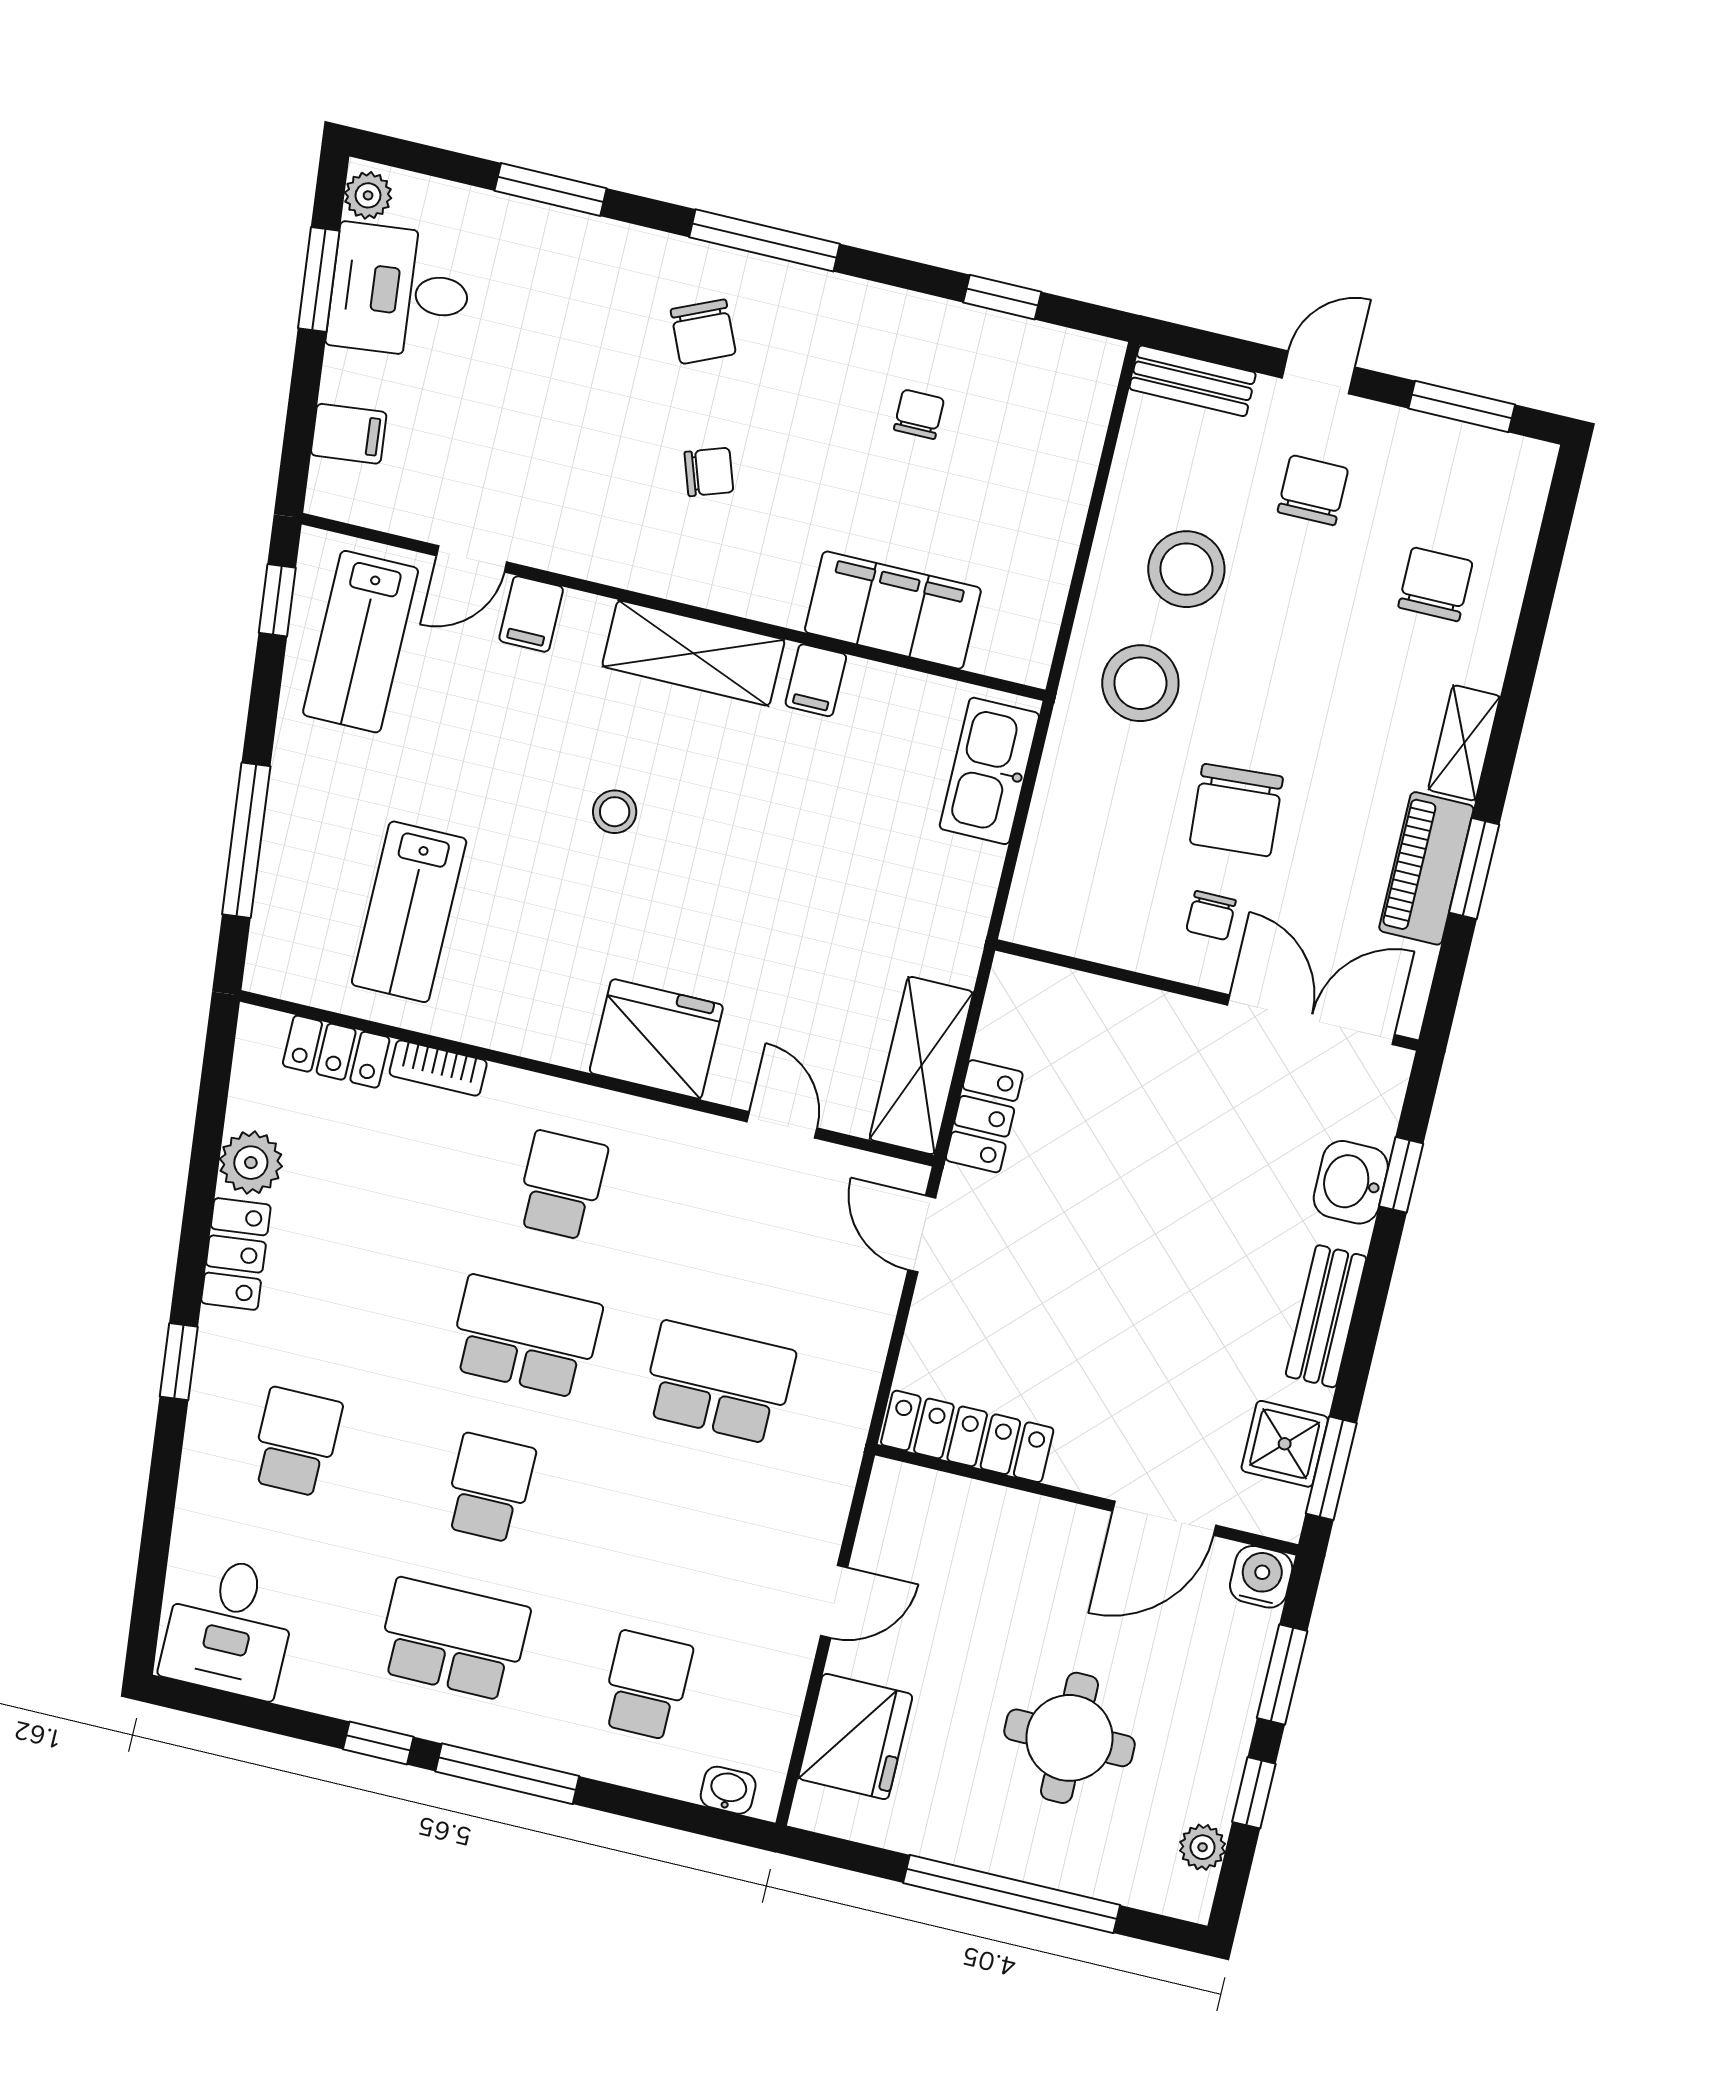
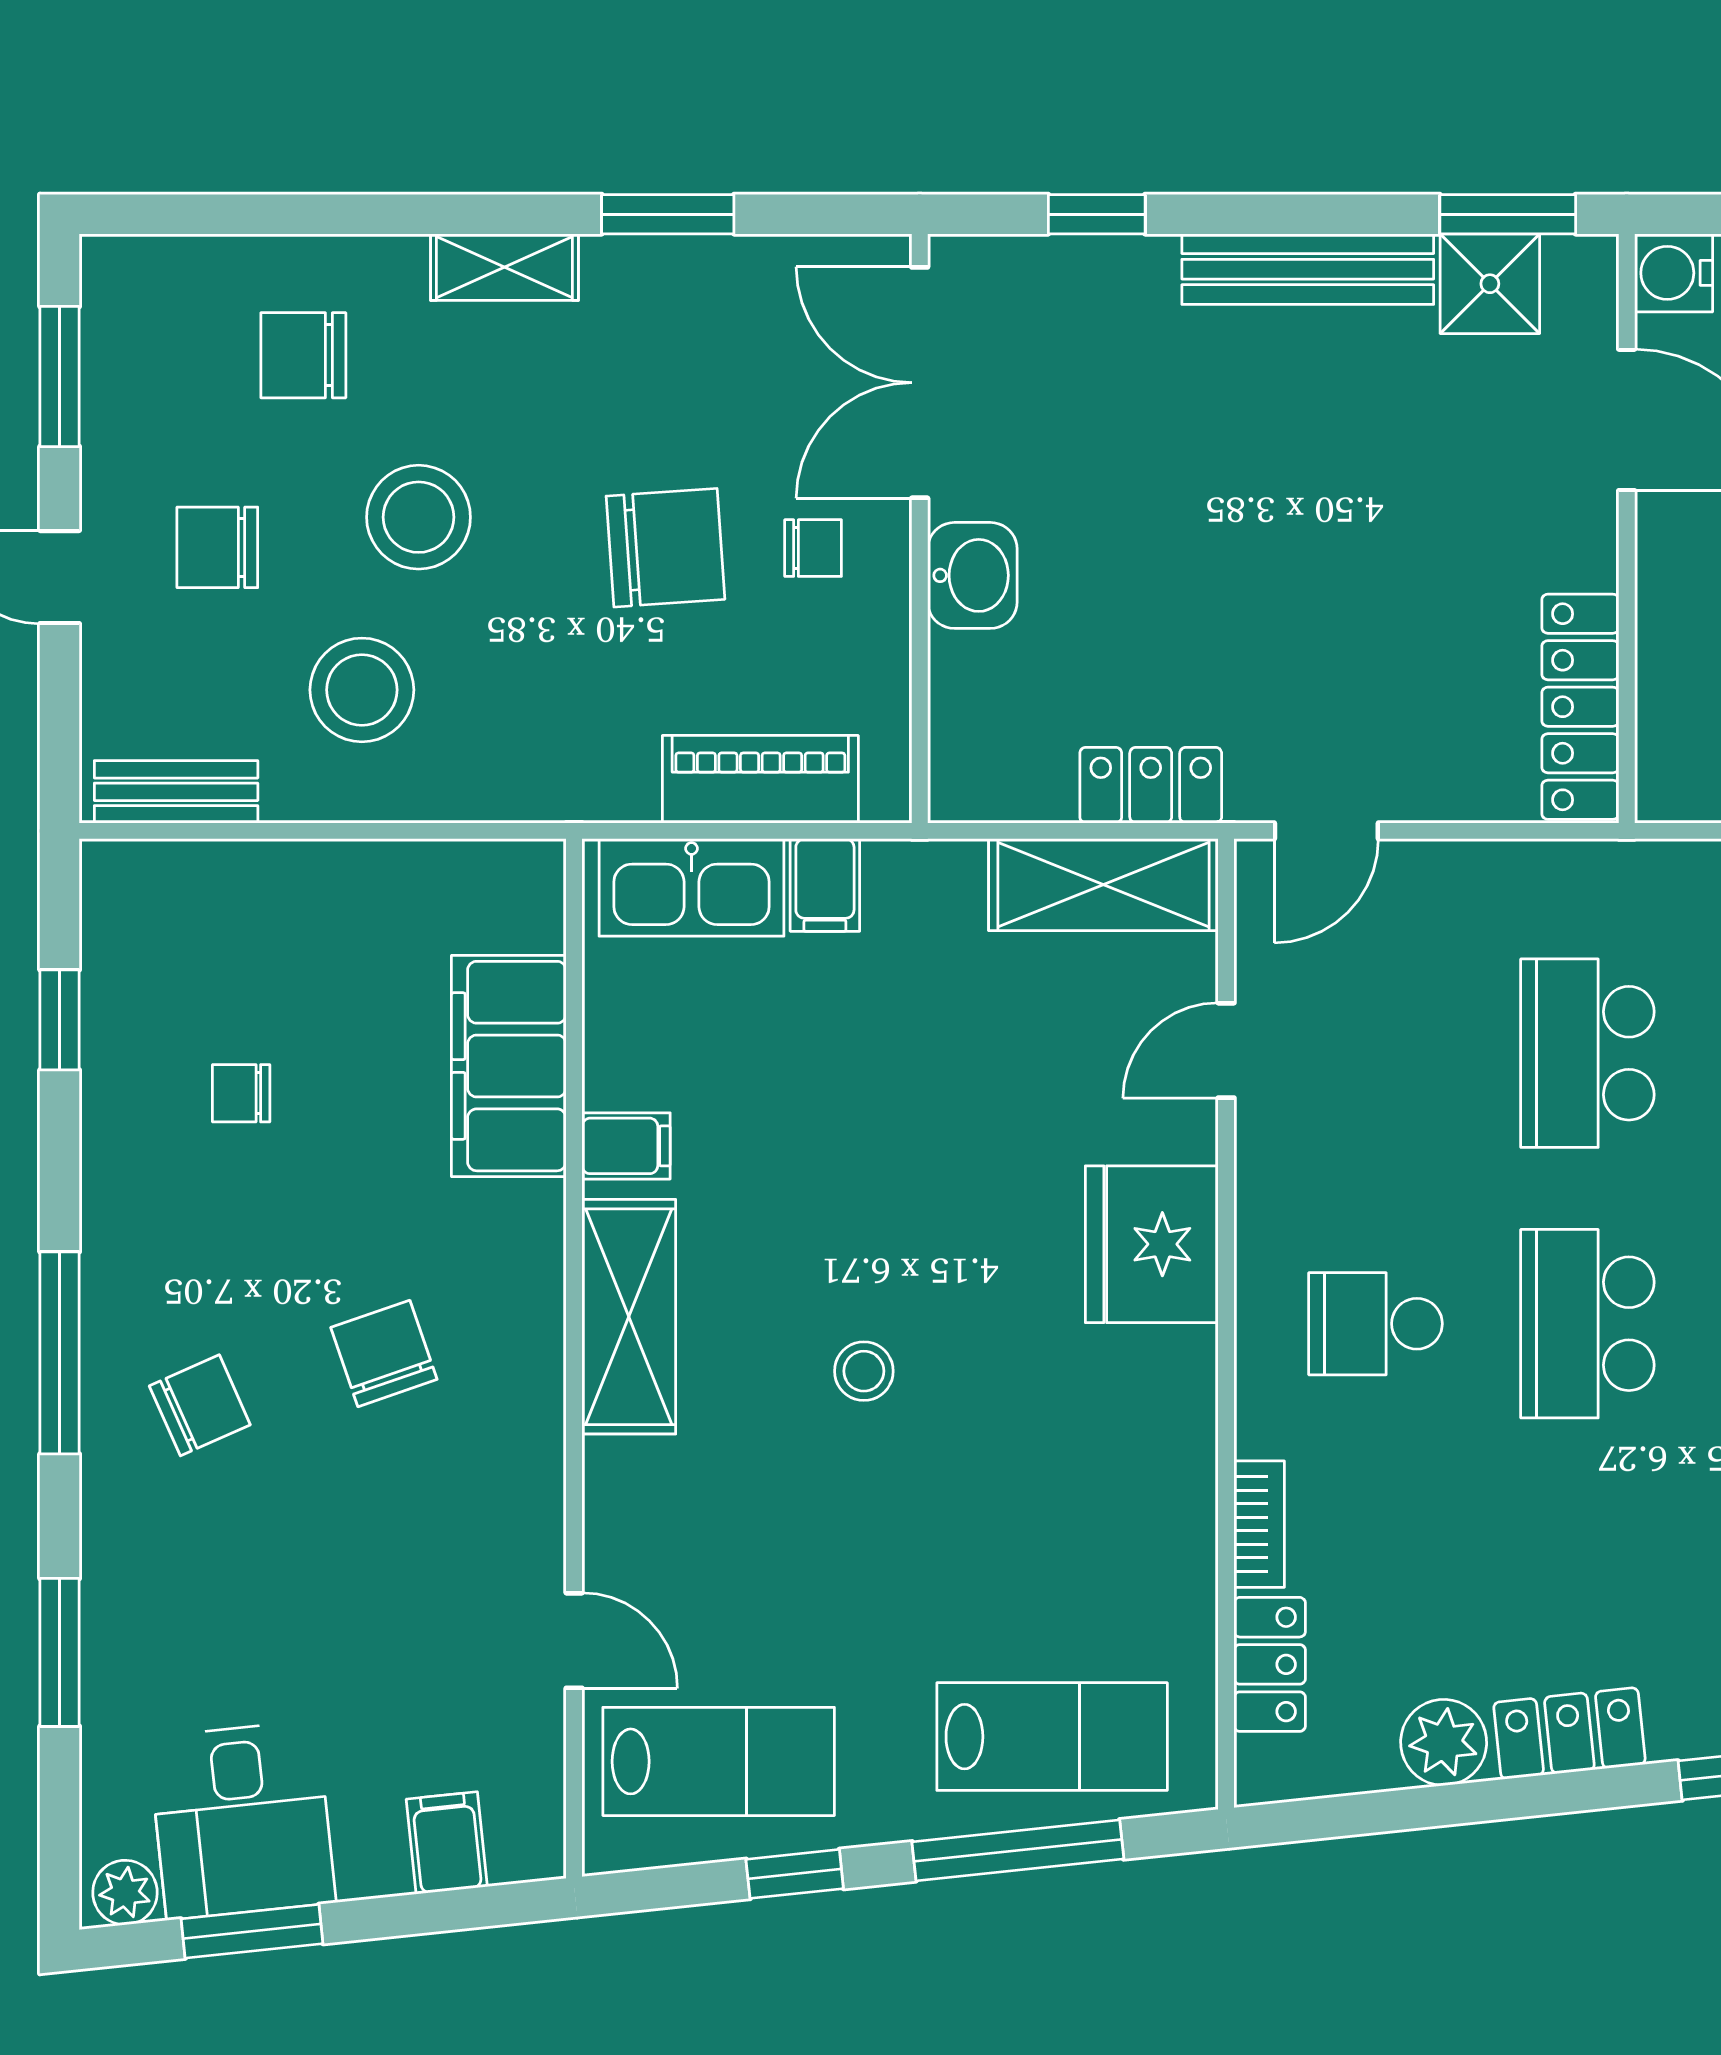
bench: (1193, 381) -> (176, 792), moved, turned 90
chair: (709, 472) -> (384, 1353), width x1.37, depth x1.37
window: (277, 600) -> (795, 1874), moved
filing cabinet: (531, 614) -> (825, 885), moved, turned 90
stool: (1140, 683) -> (419, 517), moved
piano: (1426, 868) -> (760, 779), moved, turned 180
lab bench: (409, 912) -> (1052, 1737), moved
washbasin: (1351, 1182) -> (972, 575), moved, turned -90
bench: (1326, 1316) -> (1308, 269), width x1.36

